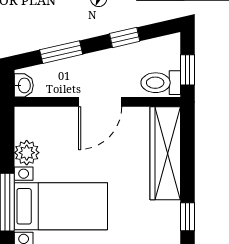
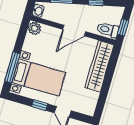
plant: (27, 153) -> (35, 28), moved
window: (187, 217) -> (101, 102), removed

